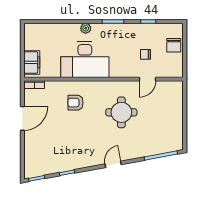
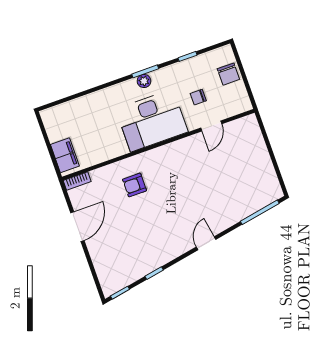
plant: (86, 28) -> (144, 81), moved
desk: (85, 60) -> (152, 121), moved
round table: (121, 112) -> (194, 177), removed

